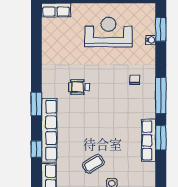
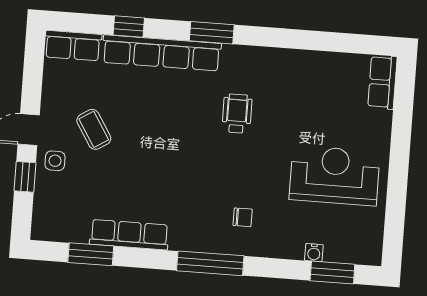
reception desk: (108, 32) -> (335, 176), turned -90
window: (161, 138) -> (91, 254), moved

